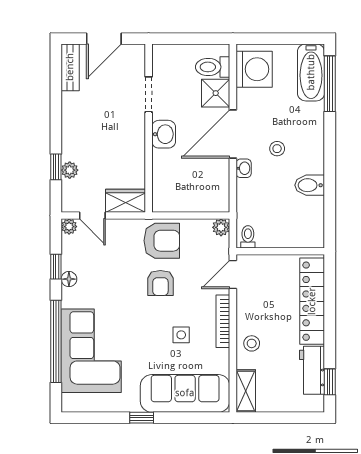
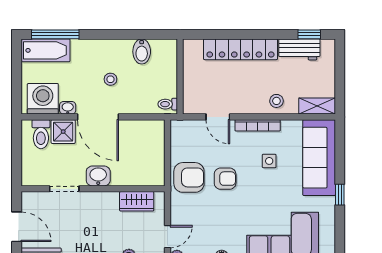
washbasin: (244, 168) -> (68, 108), moved
wardrobe: (126, 201) -> (137, 201), moved, turned -90
plant: (221, 227) -> (178, 127), removed
toilet: (248, 237) -> (168, 104), moved
armchair: (162, 241) -> (189, 177), turned 90
wall: (280, 251) -> (180, 77), moved

